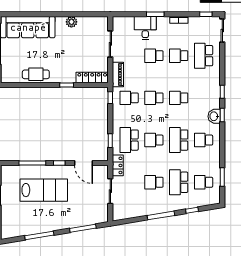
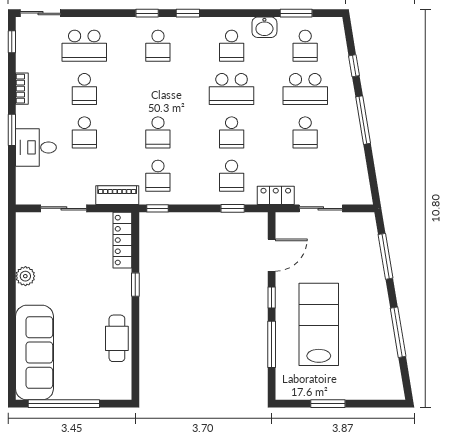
school desk: (179, 98) -> (158, 46), moved
washbasin: (214, 116) -> (264, 27), moved
school desk: (129, 140) -> (232, 176), width x0.54

